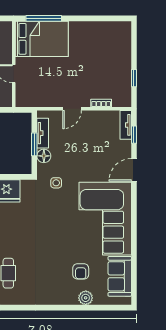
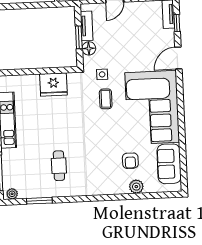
coffee table: (59, 208) -> (106, 99), added

